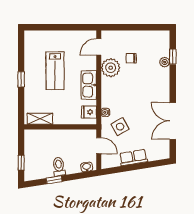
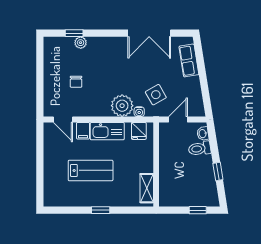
filing cabinet: (89, 64) -> (83, 131), added
plant: (111, 68) -> (122, 106), moved
row of seats: (133, 158) -> (189, 60), moved
toilet: (59, 167) -> (200, 149), moved

